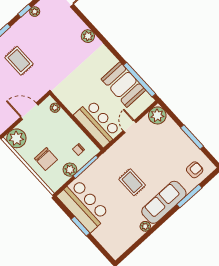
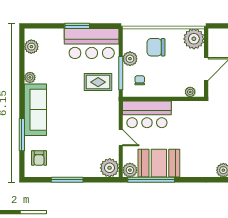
plant: (146, 100) -> (130, 170), added
rug: (132, 182) -> (98, 82), moved
plant: (123, 245) -> (31, 47), added

